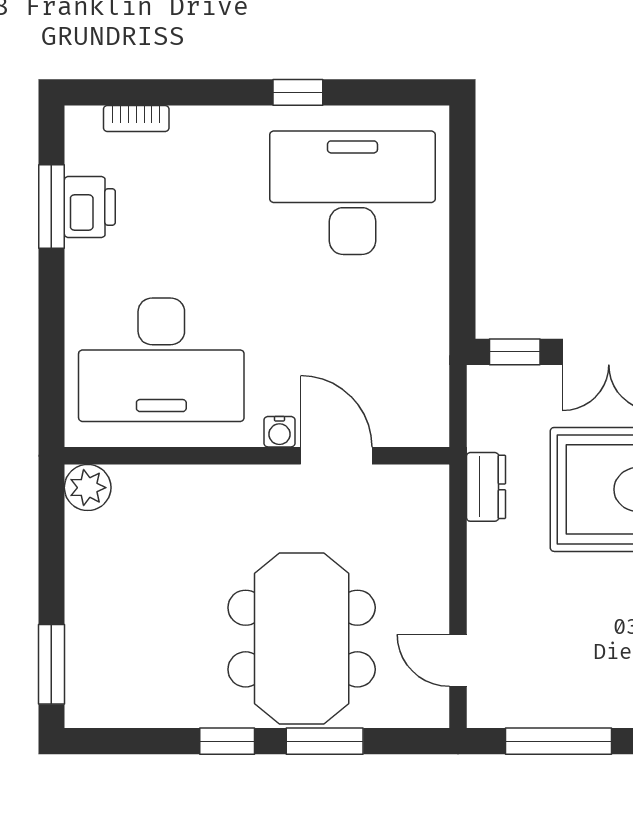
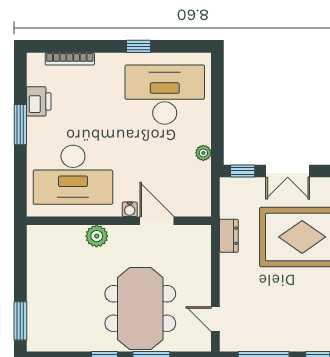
bookcase: (136, 119) -> (70, 59), width x1.56
window: (51, 207) -> (20, 125), moved
plant: (433, 314) -> (203, 153), added
plant: (88, 488) -> (97, 236), moved

